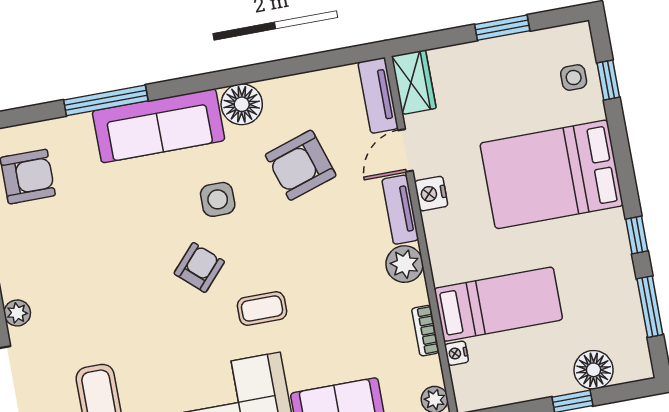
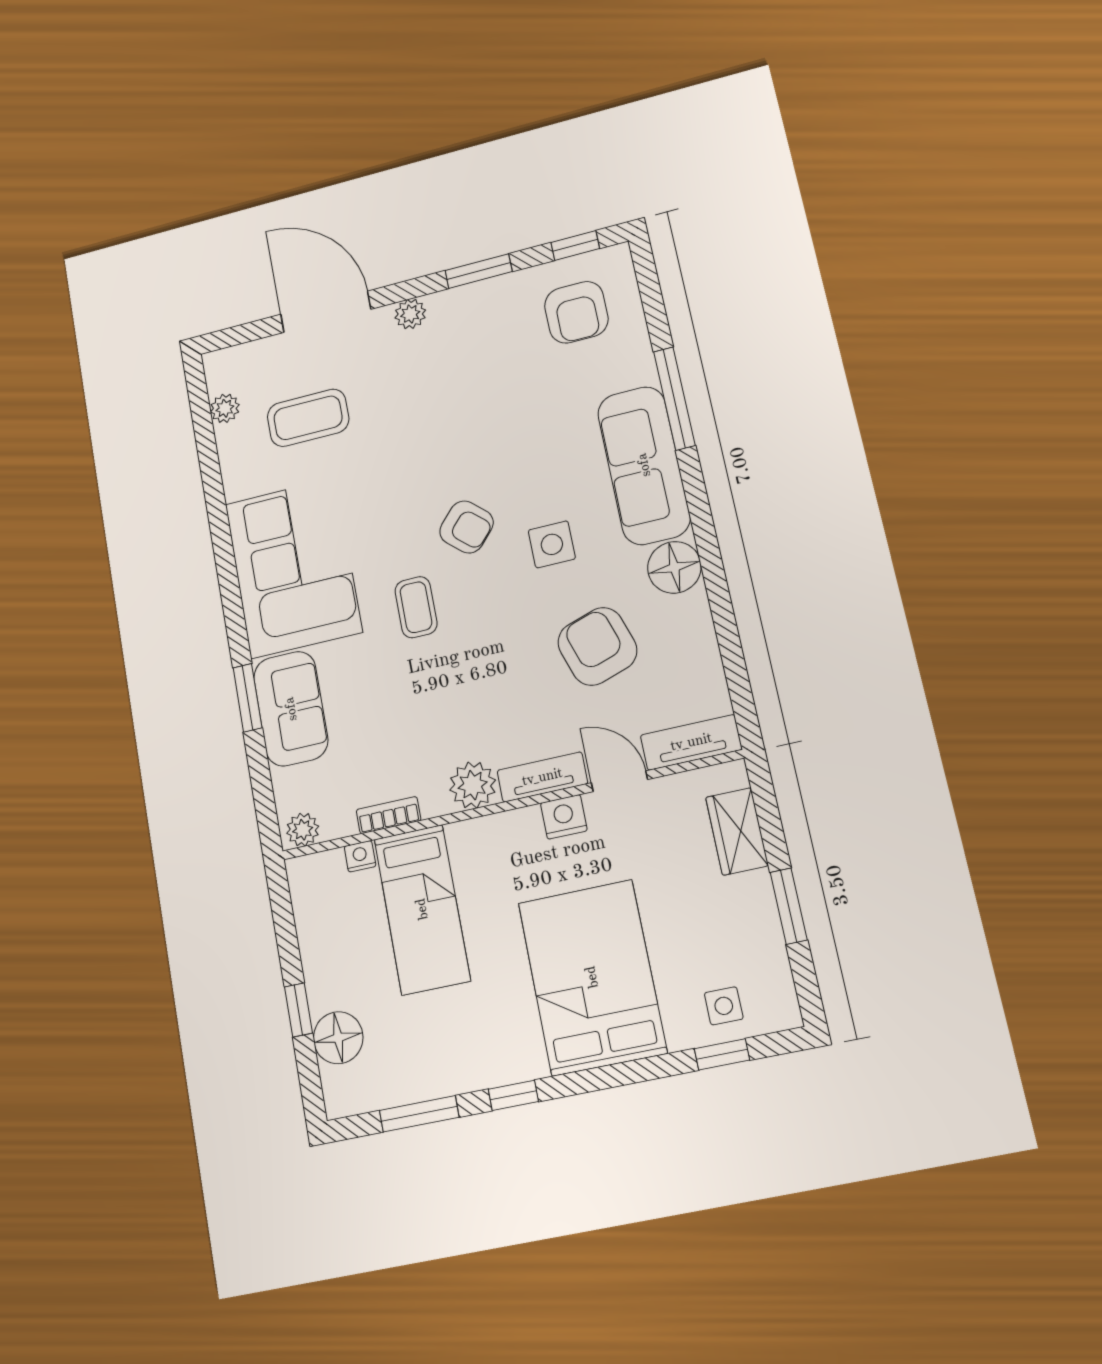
wardrobe: (414, 82) -> (737, 831), moved, turned 90

